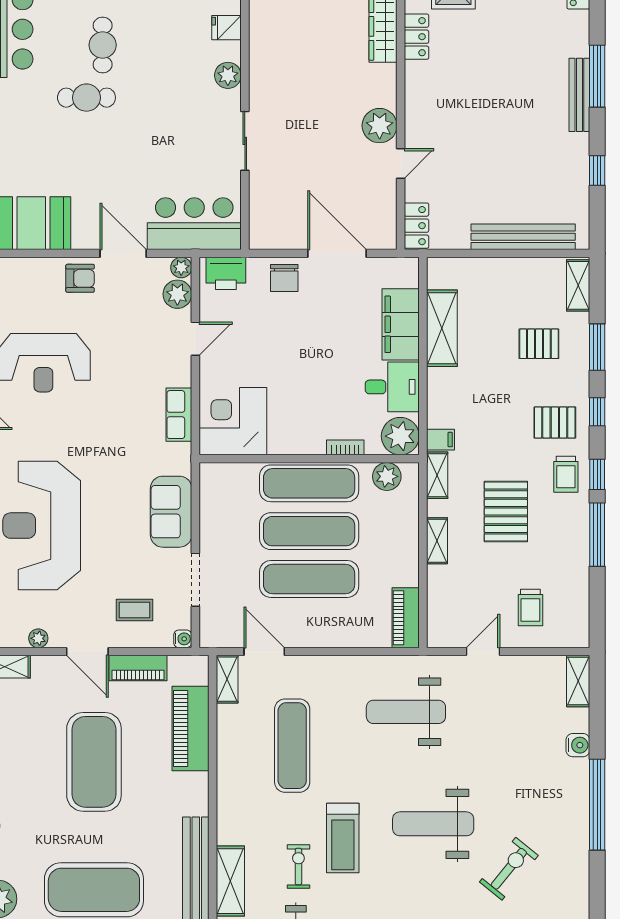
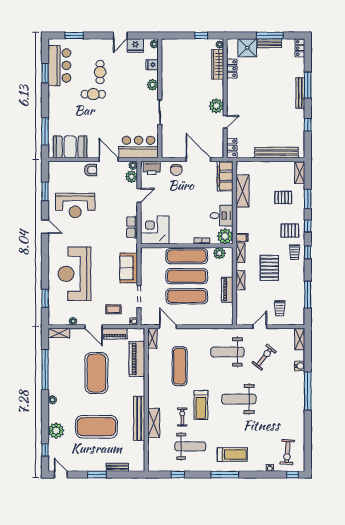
filing cabinet: (401, 324) -> (225, 176), moved
window: (597, 535) -> (308, 295), moved
piano: (406, 618) -> (227, 290), moved
exercise bike: (509, 869) -> (264, 357), moved

